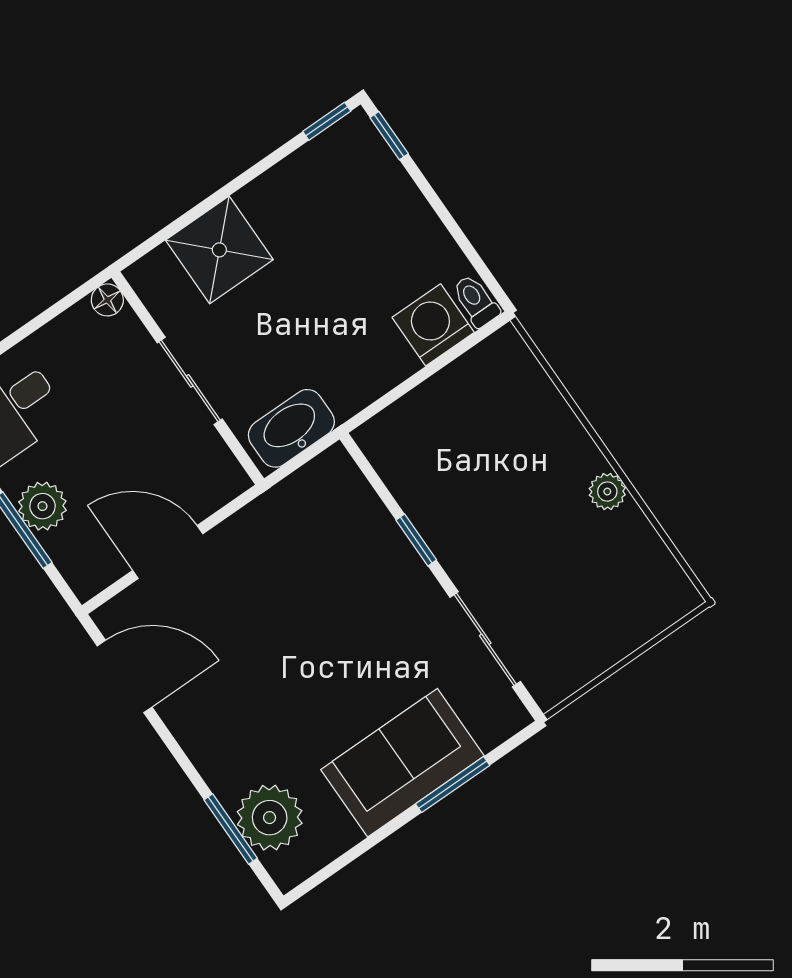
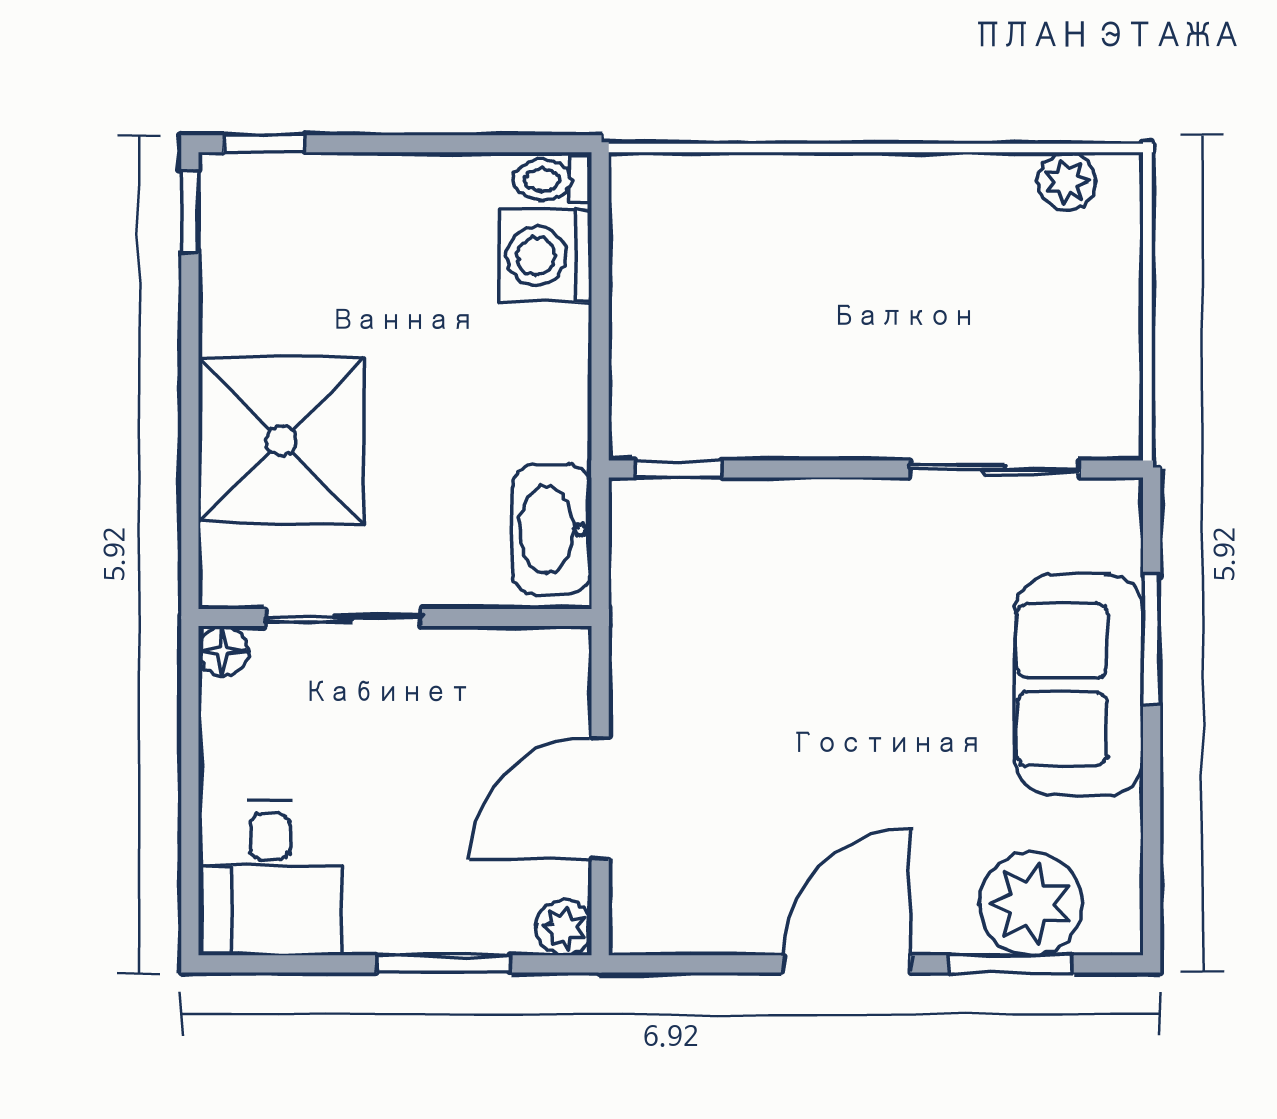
shower: (219, 250) -> (281, 441), width x1.37, depth x1.37
sliding door: (190, 381) -> (344, 617), moved
plant: (607, 492) -> (1066, 181), moved
plant: (42, 506) -> (564, 928), moved, width x0.73, depth x0.73
window: (416, 540) -> (679, 469), moved
door: (125, 676) -> (847, 964), moved

